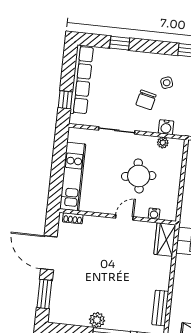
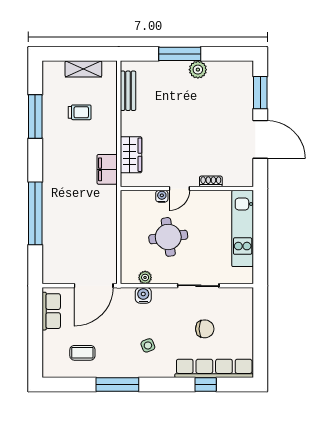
row of seats: (82, 80) -> (214, 368), moved, turned 90
window: (65, 100) -> (260, 314), removed
chair: (146, 100) -> (205, 329), moved, turned 77
water cooler: (154, 214) -> (162, 196), moved
shoe rack: (73, 218) -> (211, 181), moved
wardrobe: (165, 239) -> (131, 155), moved

